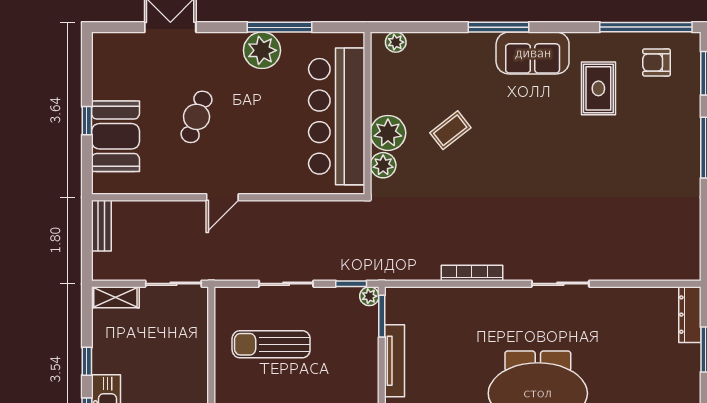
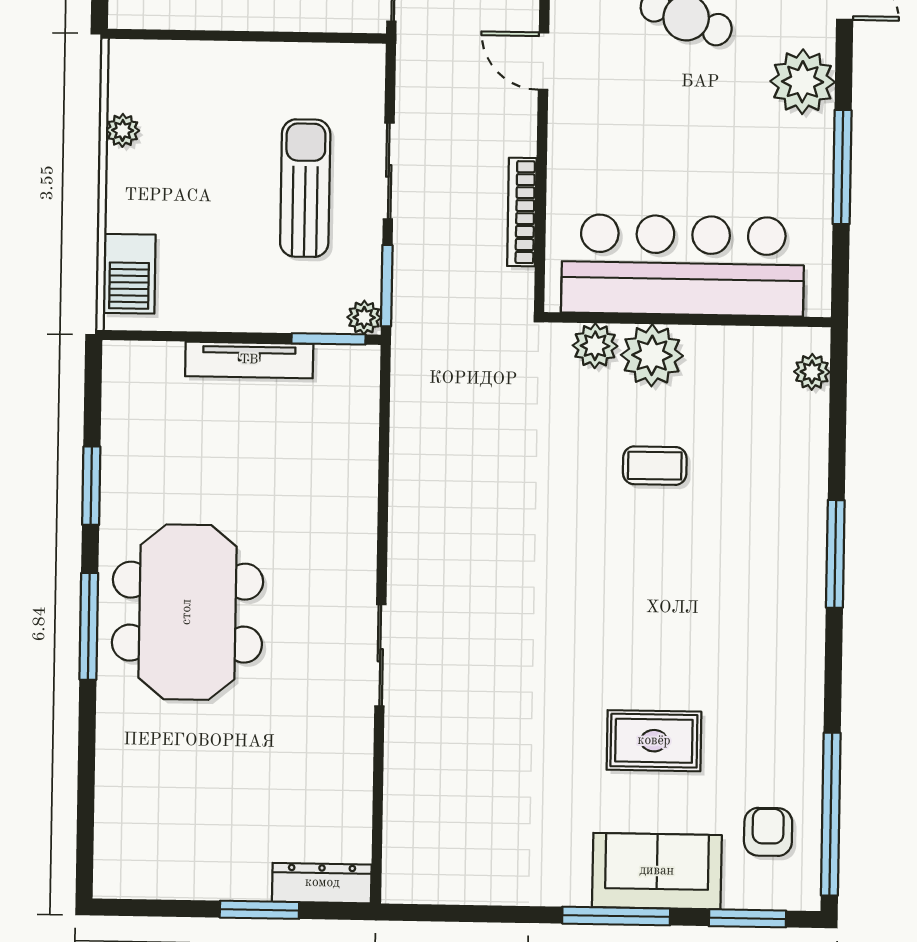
plant: (262, 50) -> (803, 82), moved
sofa: (533, 53) -> (657, 871), moved, turned 90
rug: (598, 88) -> (654, 741), moved
coffee table: (450, 130) -> (655, 466), turned -52
bookcase: (472, 273) -> (522, 212), moved, turned 180
window: (351, 284) -> (387, 286), width x1.50
sun lounger: (271, 344) -> (305, 188), moved

